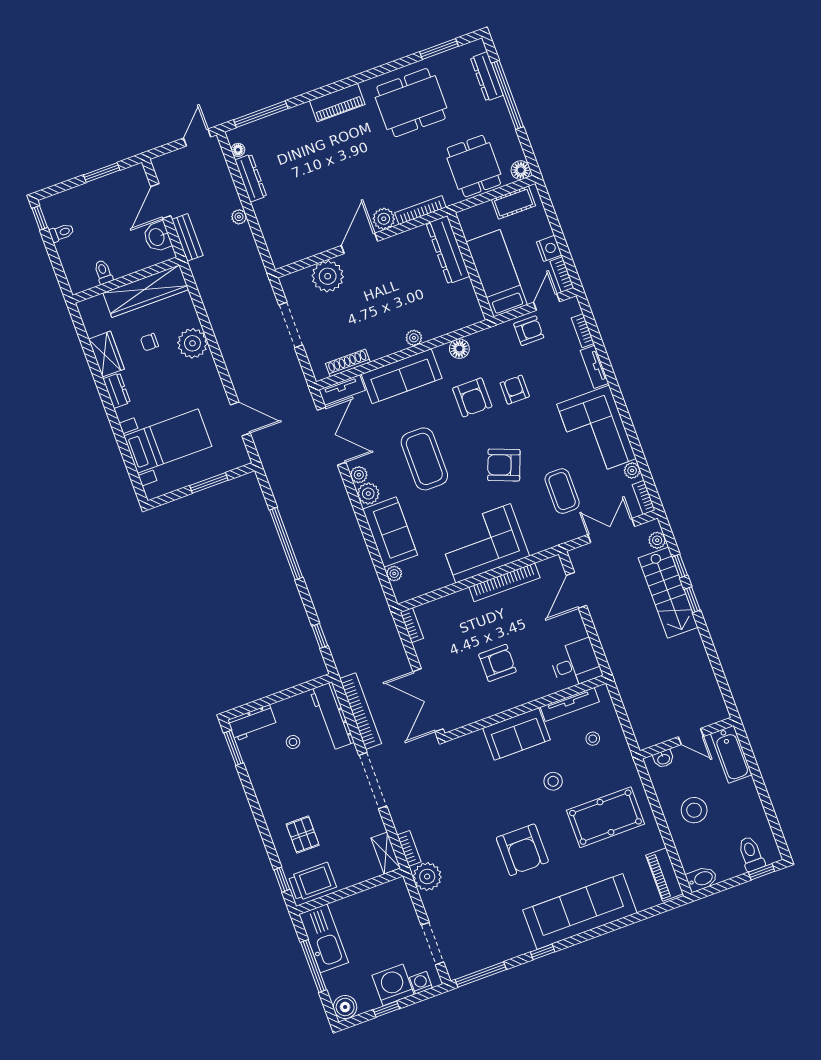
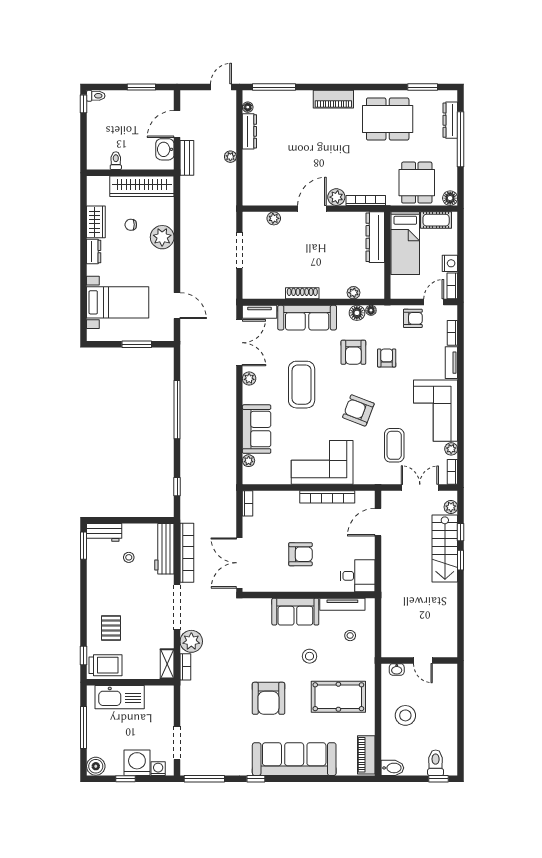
toilet: (62, 233) -> (96, 96), moved
bed: (497, 273) -> (405, 243), moved, turned 180
plant: (328, 276) -> (274, 218), width x0.53, depth x0.53
plant: (414, 338) -> (353, 293), moved
floor lamp: (475, 339) -> (371, 310), added
shoe rack: (348, 363) -> (302, 293), moved
plant: (368, 494) -> (251, 395), removed
bathtub: (731, 754) -> (448, 684), removed
plant: (427, 876) -> (191, 641), moved
kitchen sink: (324, 938) -> (120, 697), moved, turned 90

